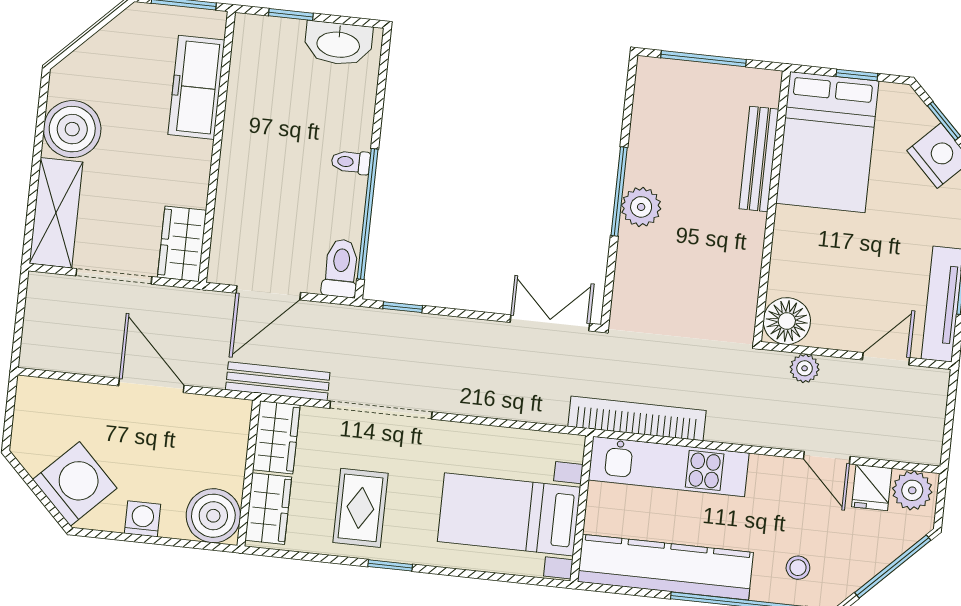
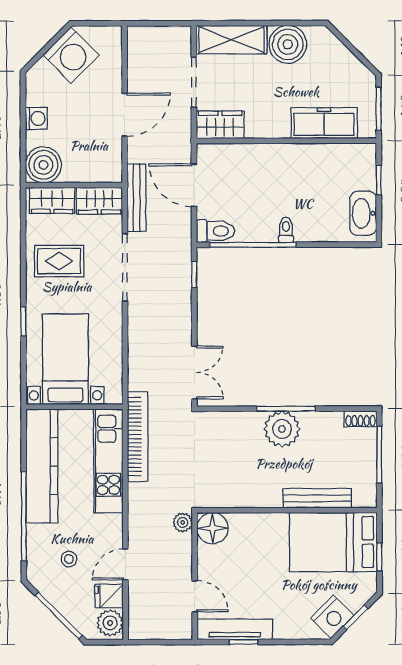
shoe rack: (647, 81) -> (360, 419), added
plant: (641, 207) -> (282, 429), width x1.36, depth x1.36
plant: (805, 368) -> (183, 522), moved
washing machine: (75, 484) -> (71, 55), moved
window: (390, 565) -> (23, 321), moved
stool: (798, 568) -> (69, 559), moved

